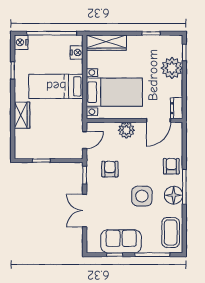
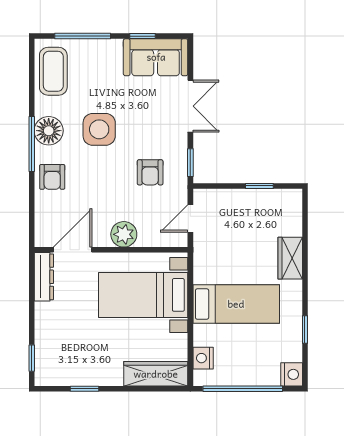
plant: (172, 68) -> (51, 333), removed
dresser: (177, 108) -> (44, 277), width x1.44
sofa: (121, 241) -> (156, 57), moved

